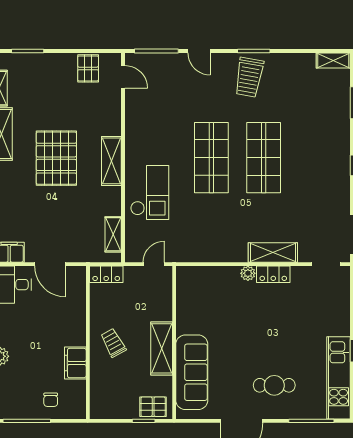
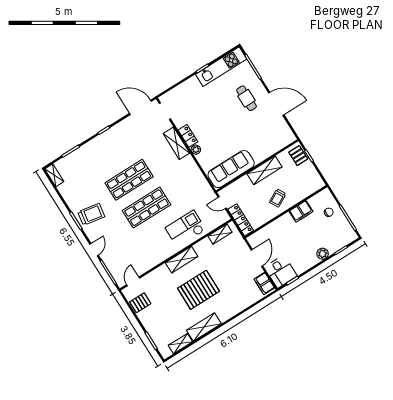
locker: (106, 274) -> (241, 220), width x1.53
sofa: (192, 372) -> (231, 169), moved

